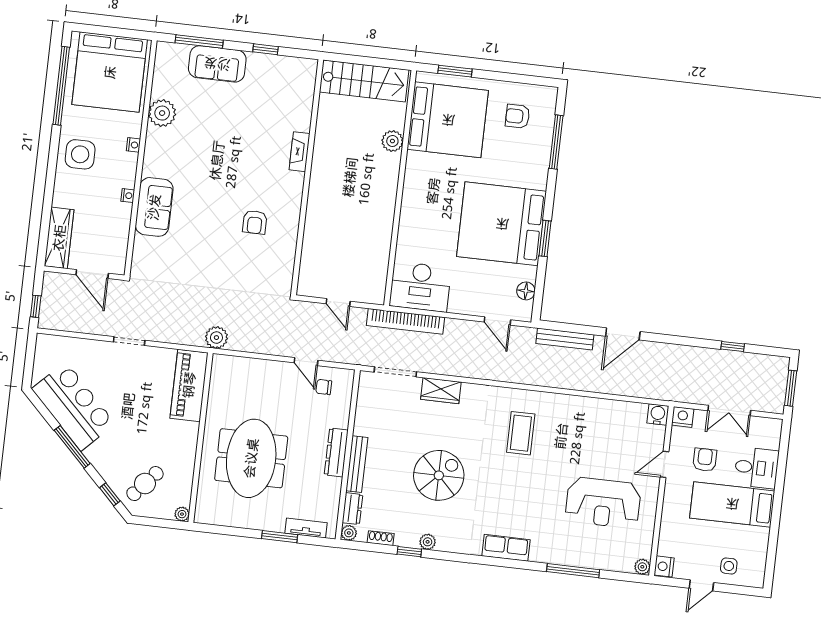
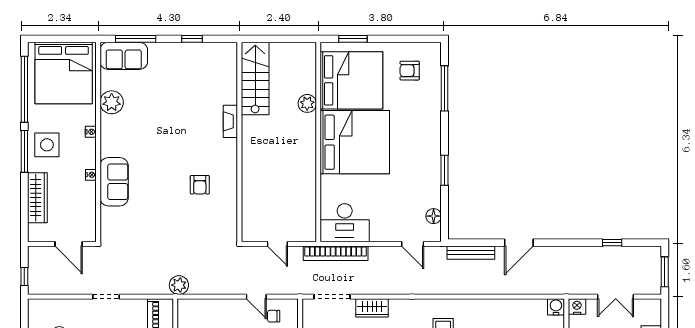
sofa: (217, 64) -> (124, 56), moved
stairs: (364, 81) -> (255, 78), moved, turned -90
window: (53, 159) -> (24, 151), added
bed: (502, 224) -> (355, 142), moved, turned 180
wardrobe: (59, 238) -> (37, 198), moved

